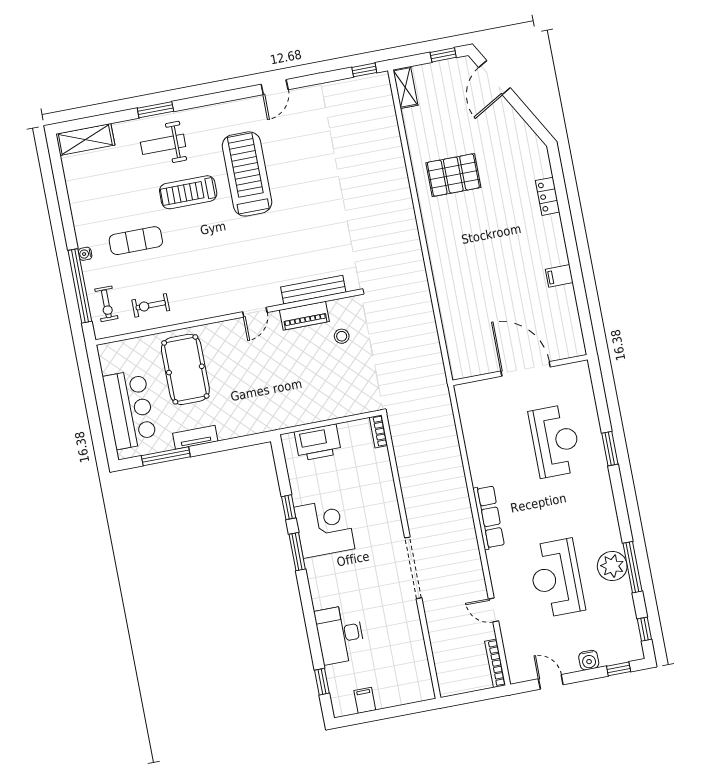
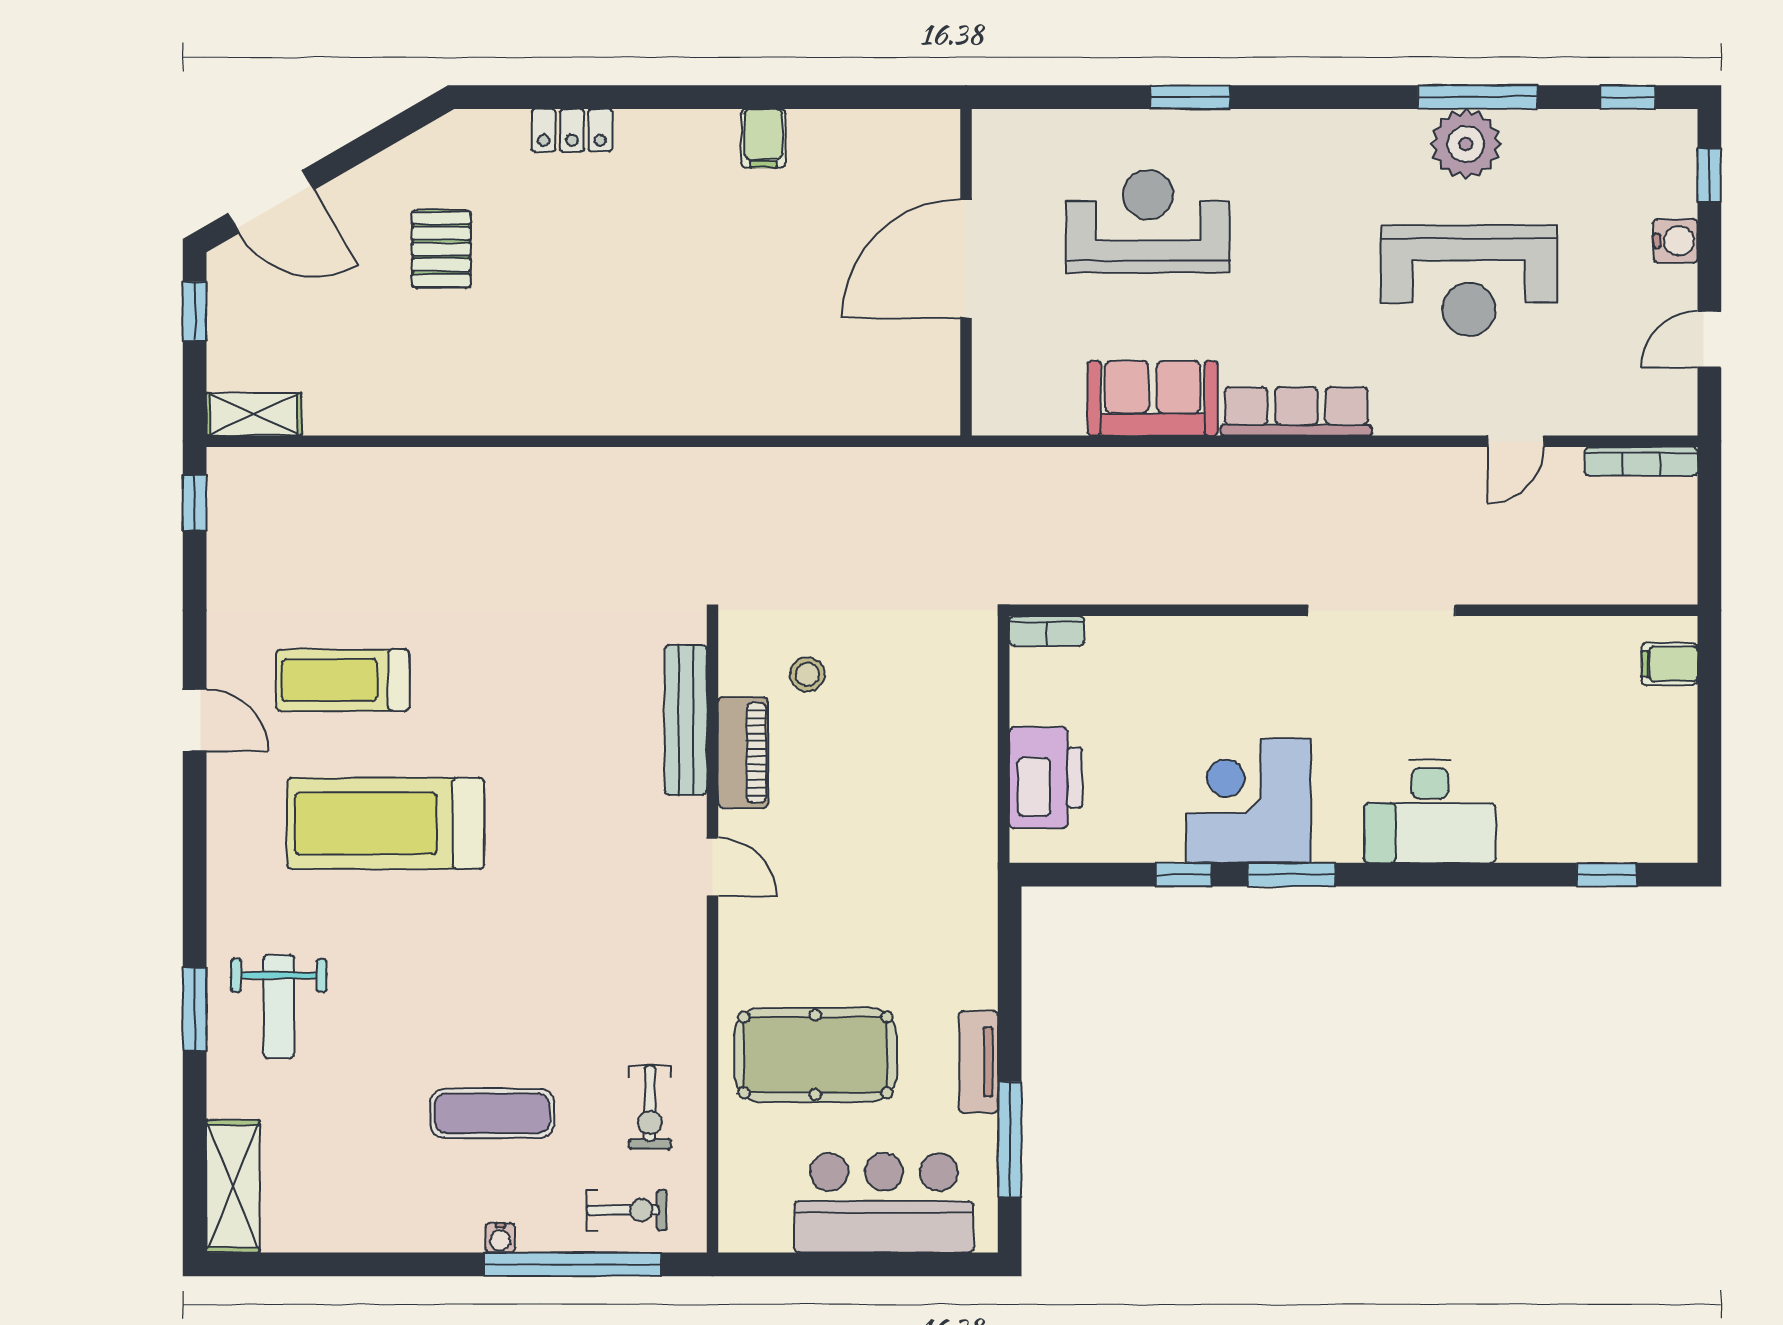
pallet: (453, 175) -> (441, 249), moved, width x0.67, depth x0.71
treadmill: (188, 192) -> (343, 680), moved, turned 90
exercise mat: (136, 241) -> (492, 1113), turned 90
sofa: (483, 457) -> (1153, 398), added
desk: (340, 634) -> (1430, 811), moved
filing cabinet: (365, 700) -> (1669, 664), moved

